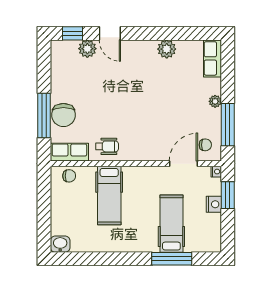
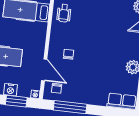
plant: (215, 101) -> (89, 100), removed
chair: (159, 134) -> (68, 54), added

